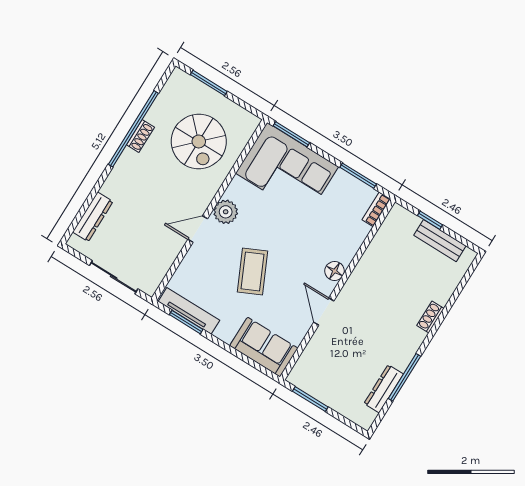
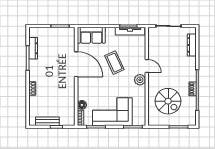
spiral stairs: (199, 141) -> (168, 101), turned 180
corner sofa: (287, 170) -> (112, 112), moved
door: (198, 229) -> (147, 66), hinge flipped
floor lamp: (335, 271) -> (82, 105), moved
door: (324, 312) -> (76, 64), width x1.88

